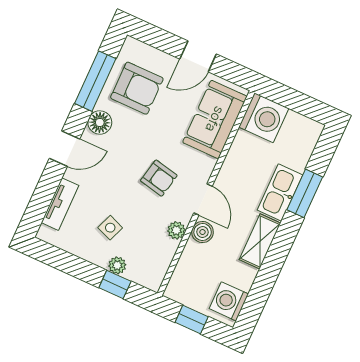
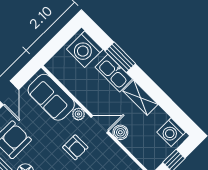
washing machine: (264, 118) -> (85, 49), moved, turned 180
armchair: (159, 178) -> (75, 147), turned 78
plant: (176, 230) -> (78, 114), moved

